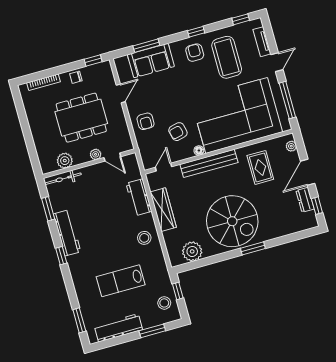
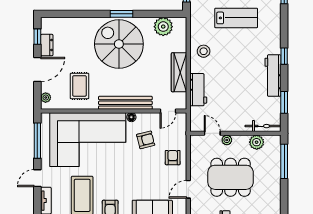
window: (31, 149) -> (284, 161), added
window: (253, 248) -> (121, 14), moved

